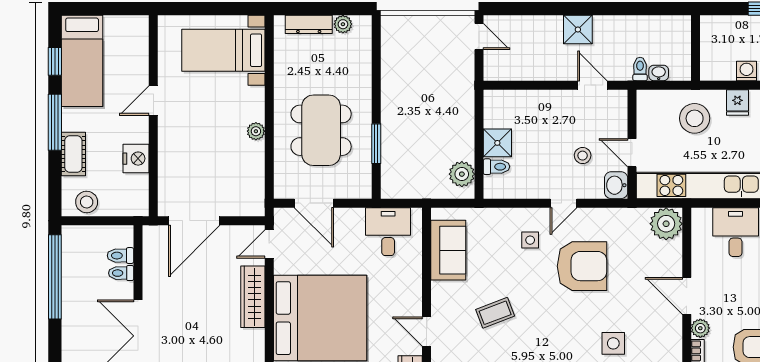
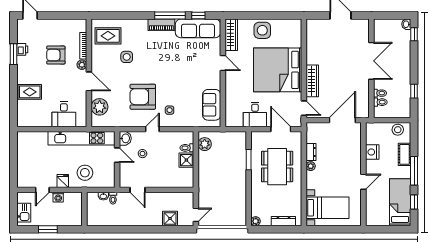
plant: (343, 24) -> (256, 221), moved
shower: (578, 30) -> (170, 218), moved
door: (479, 36) -> (196, 215), swing flipped
dresser: (255, 159) -> (311, 152), added
plant: (666, 224) -> (100, 107), moved
desk: (388, 232) -> (255, 114), moved
door: (269, 244) -> (304, 108), hinge flipped
window: (55, 277) -> (414, 91), width x0.32
coffee table: (495, 313) -> (188, 73), removed

